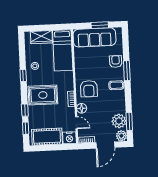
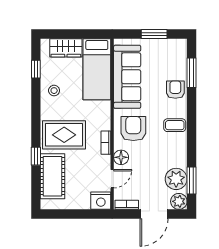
sofa: (94, 37) -> (127, 77), moved, turned -90
window: (127, 71) -> (191, 73), moved
window: (23, 75) -> (36, 69), moved
armchair: (89, 89) -> (133, 129), turned 180
door: (76, 123) -> (112, 179), hinge flipped
window: (26, 128) -> (36, 183), removed
cot: (47, 137) -> (52, 176), moved, turned 90

